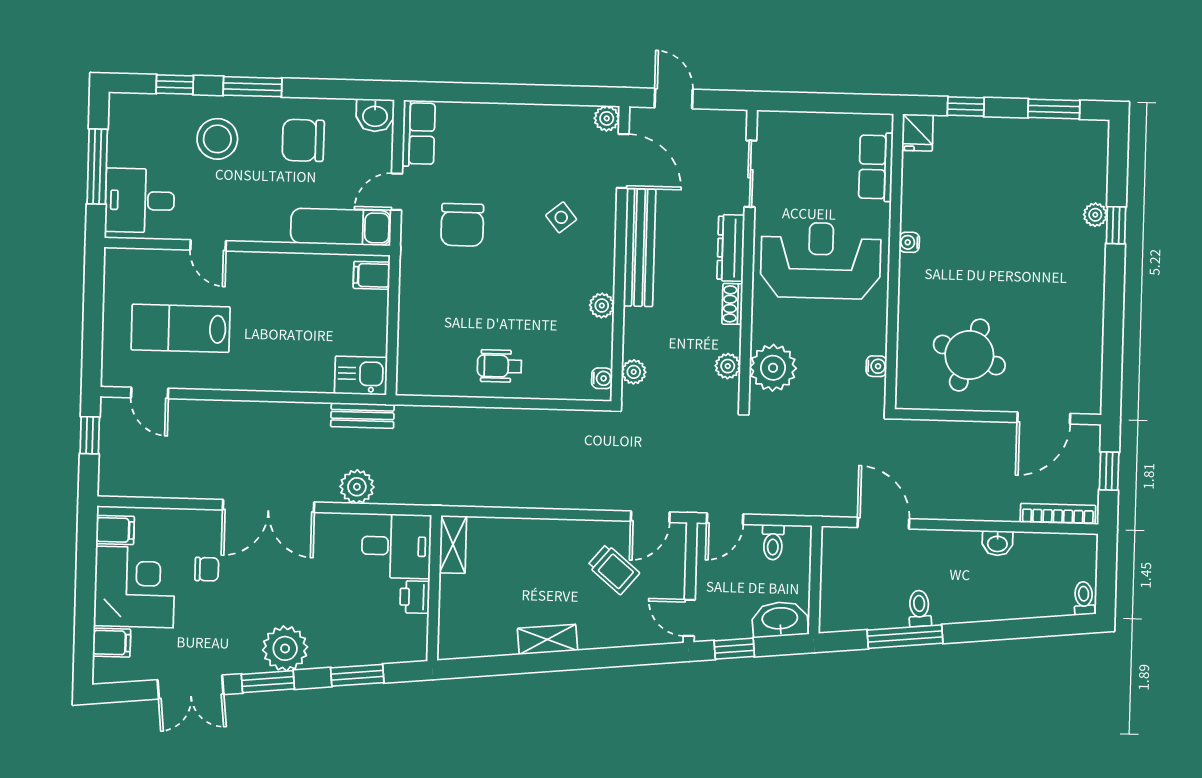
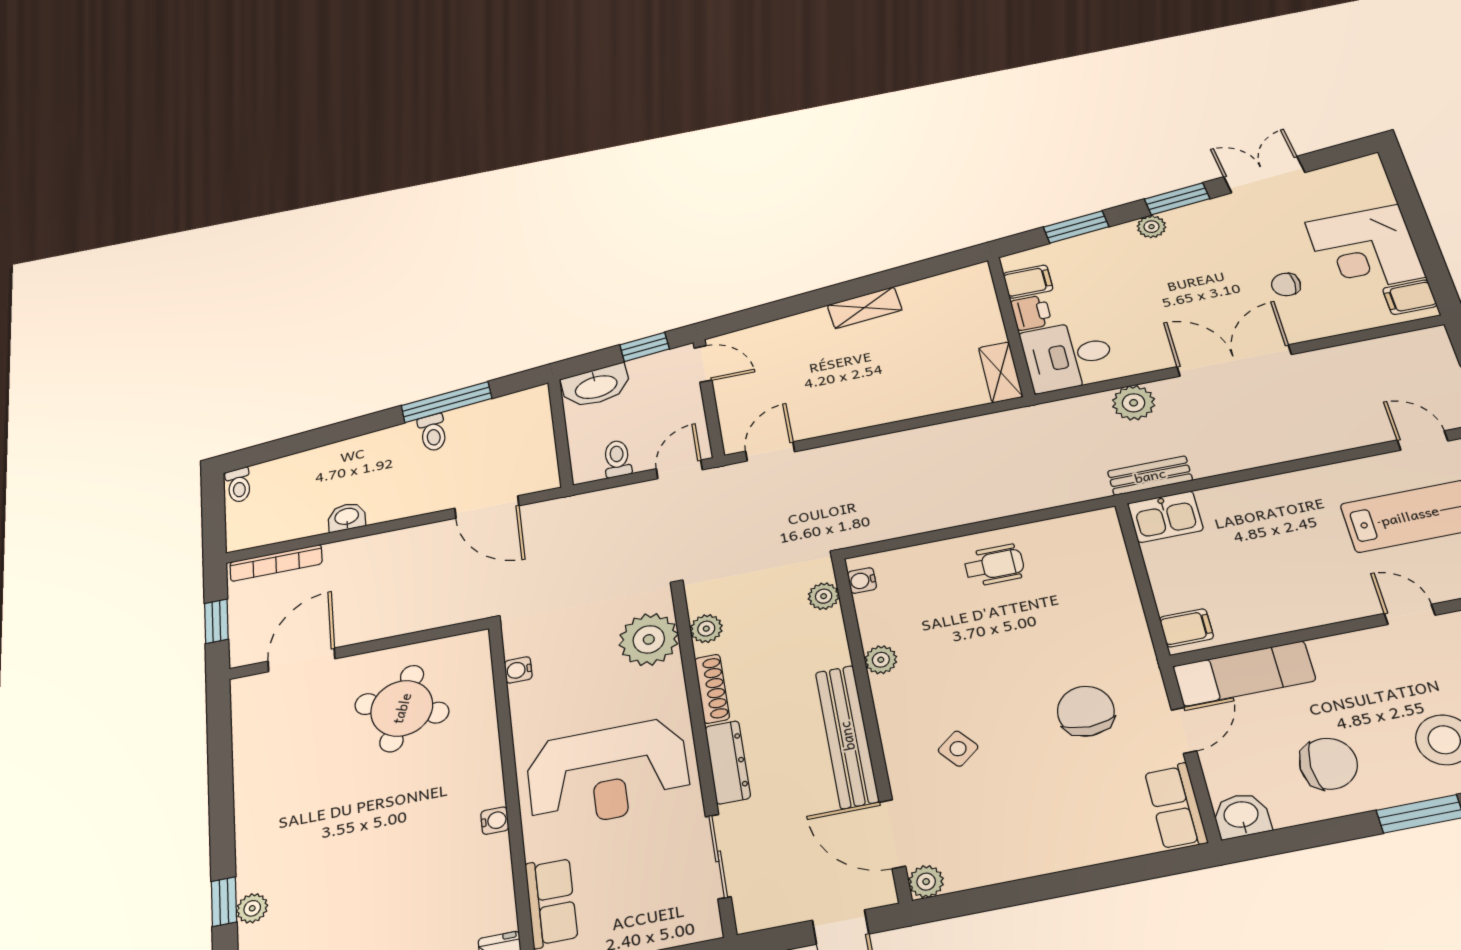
shoe rack: (732, 304) -> (712, 689), width x1.43
trolley: (613, 569) -> (803, 391), removed
filing cabinet: (112, 643) -> (1028, 282), moved, turned 180
plant: (285, 648) -> (1151, 227), width x0.53, depth x0.53

